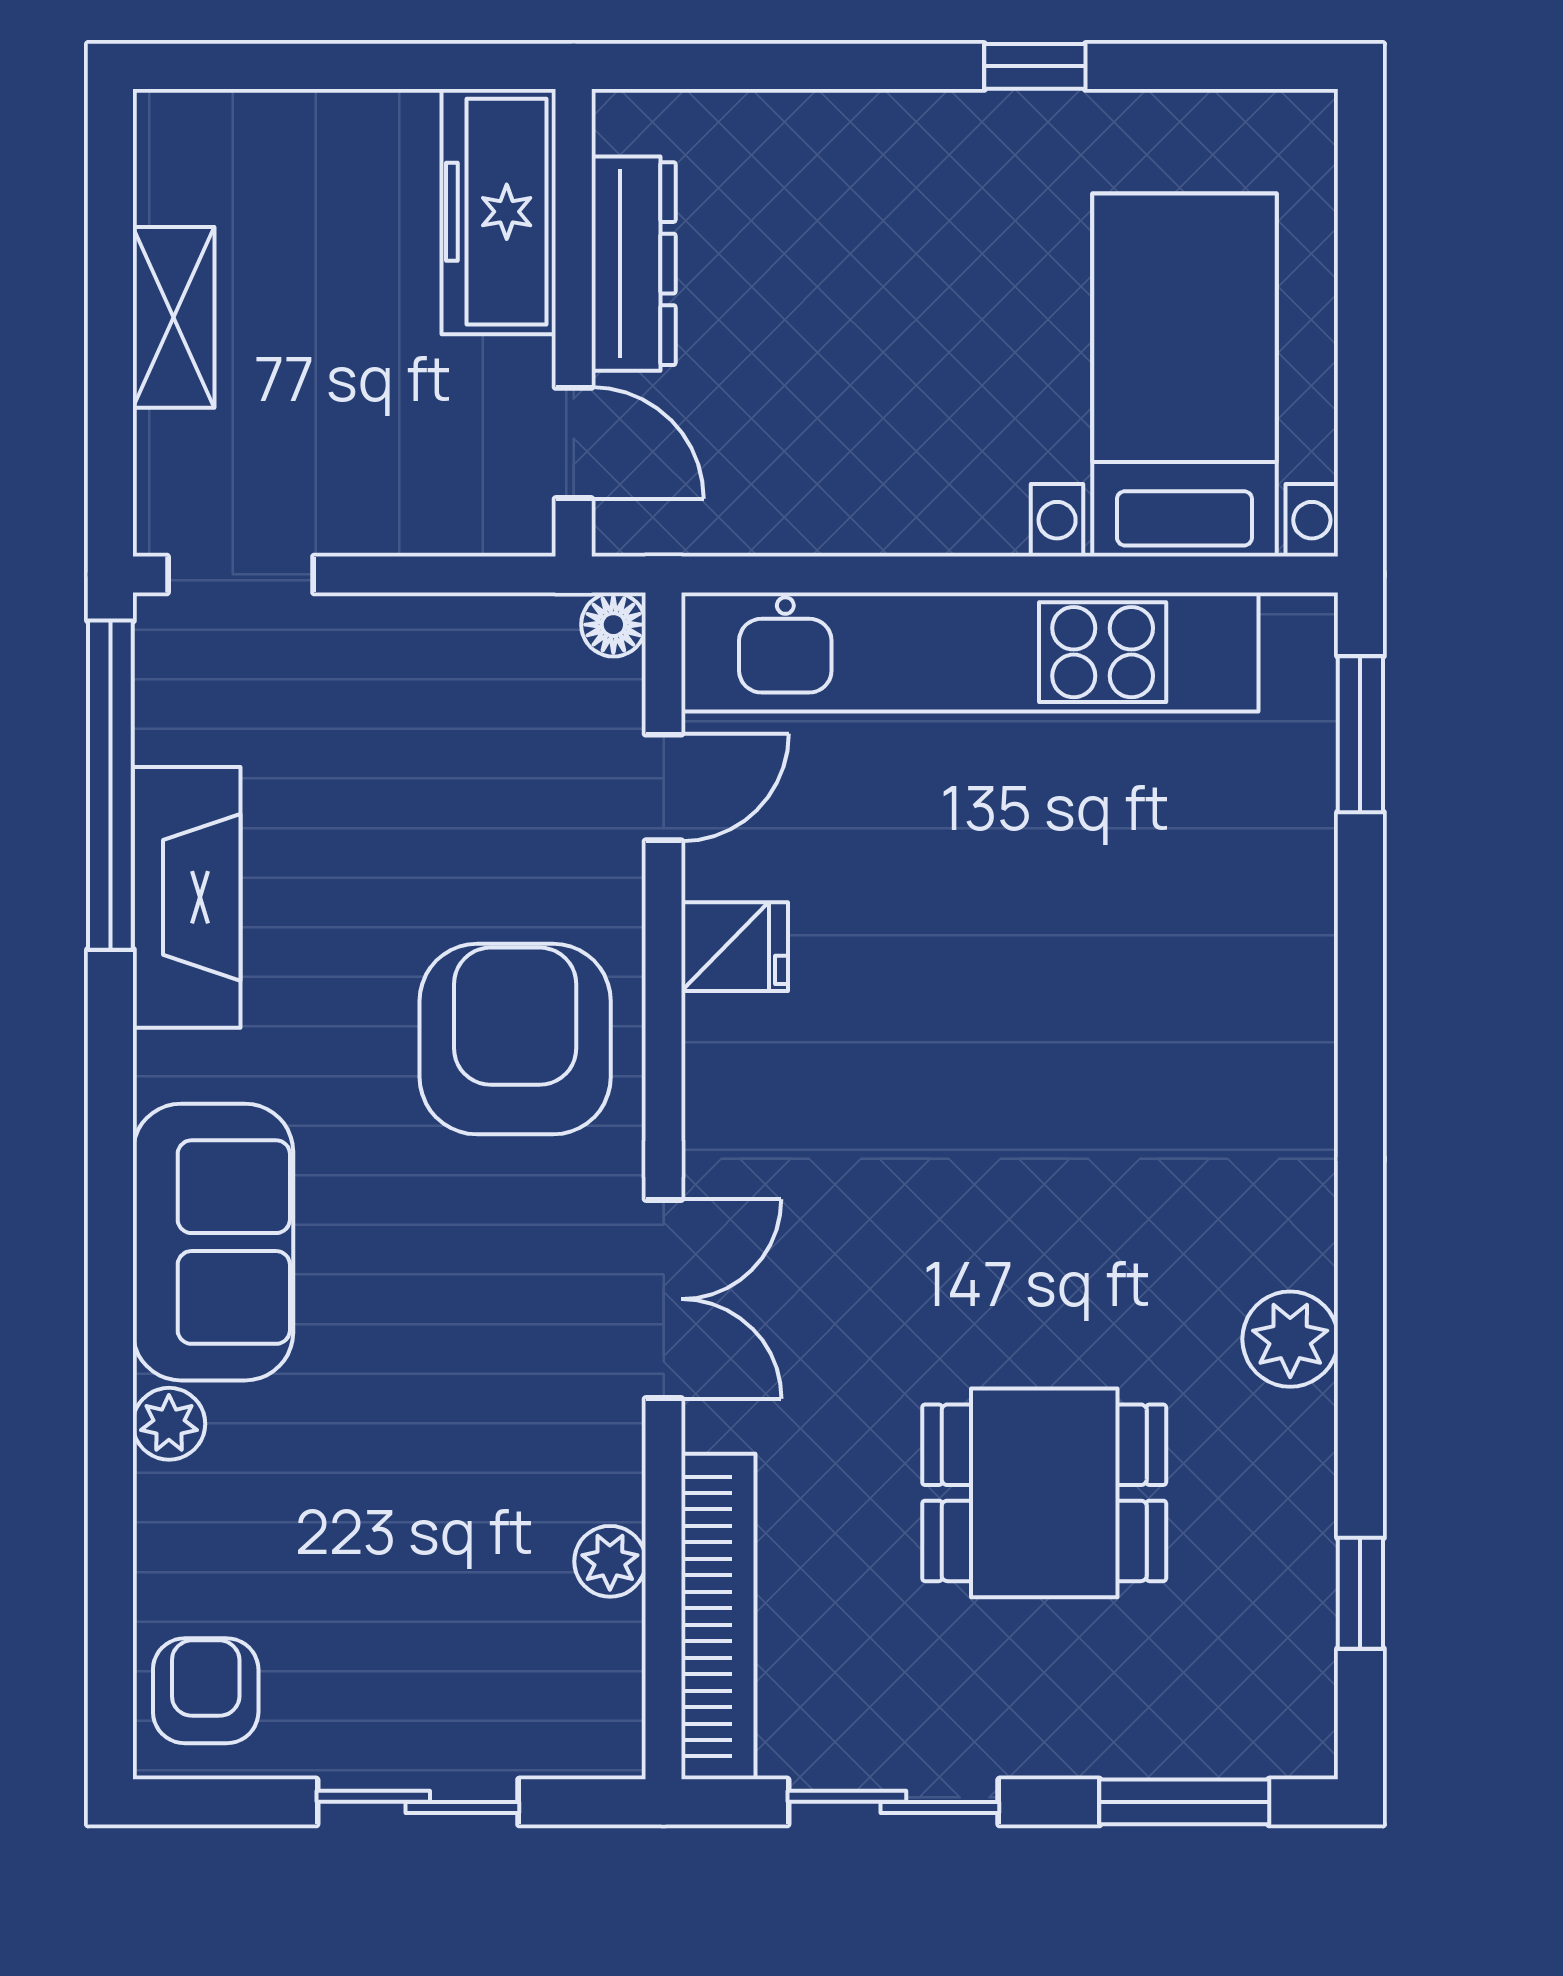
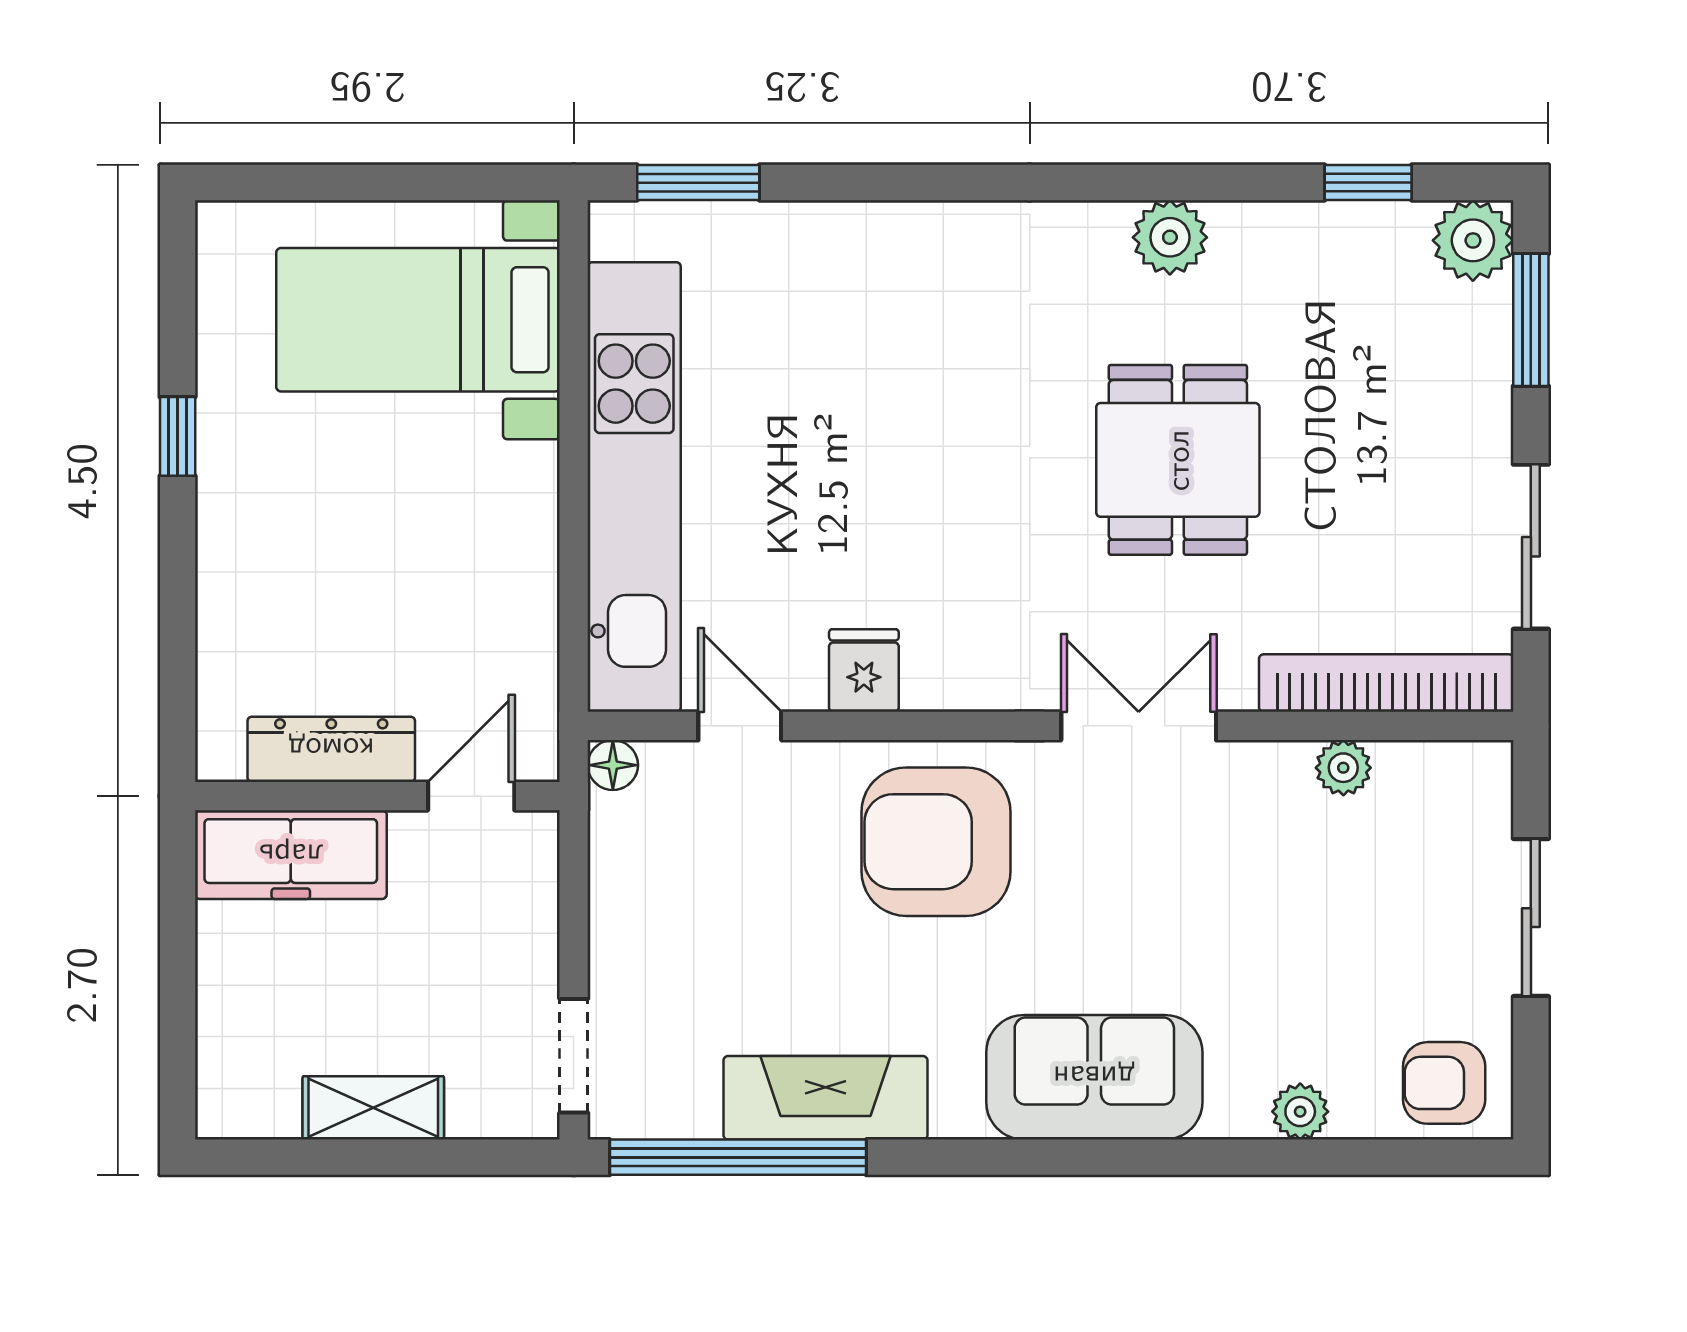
plant: (169, 1424) -> (1300, 1112), moved
dining table: (1044, 1493) -> (1178, 460), moved
plant: (1286, 1728) -> (1473, 240), added

